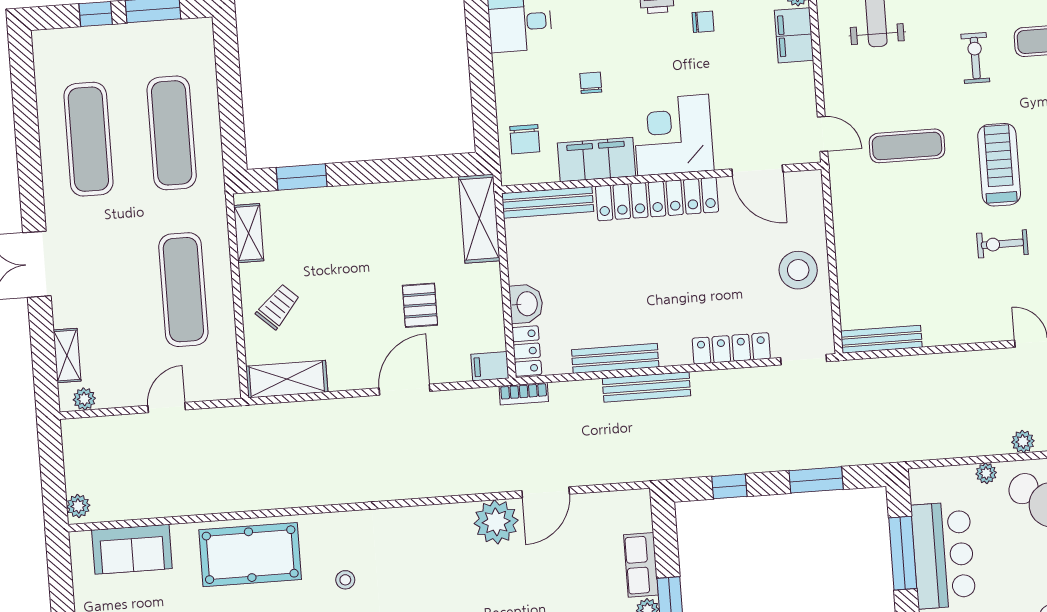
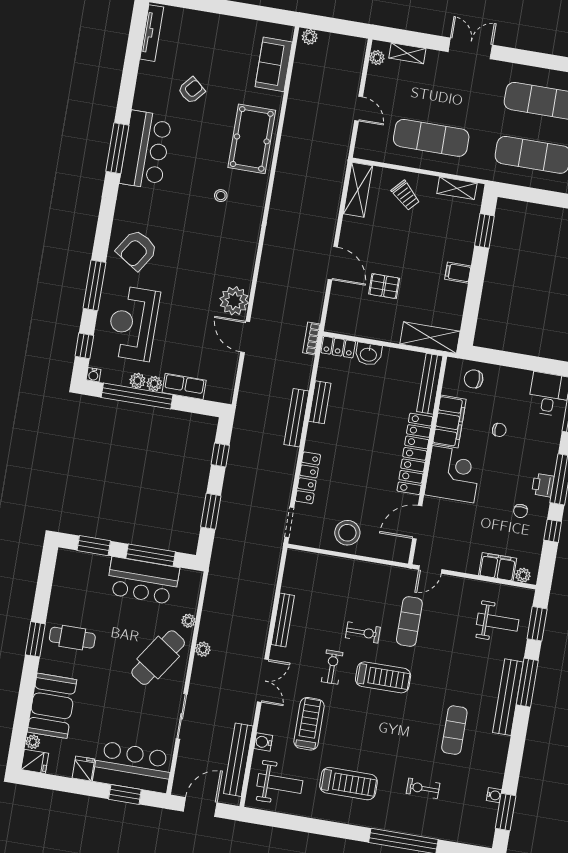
exercise bike: (975, 58) -> (363, 632), moved
bench: (881, 339) -> (283, 620), moved
bench: (615, 358) -> (320, 402), width x0.73
filing cabinet: (490, 366) -> (458, 273), moved, turned -90

